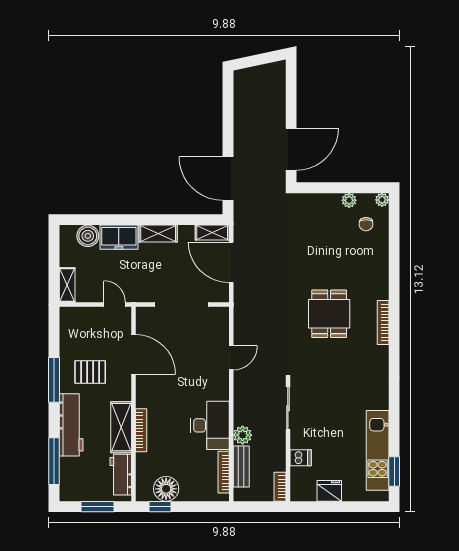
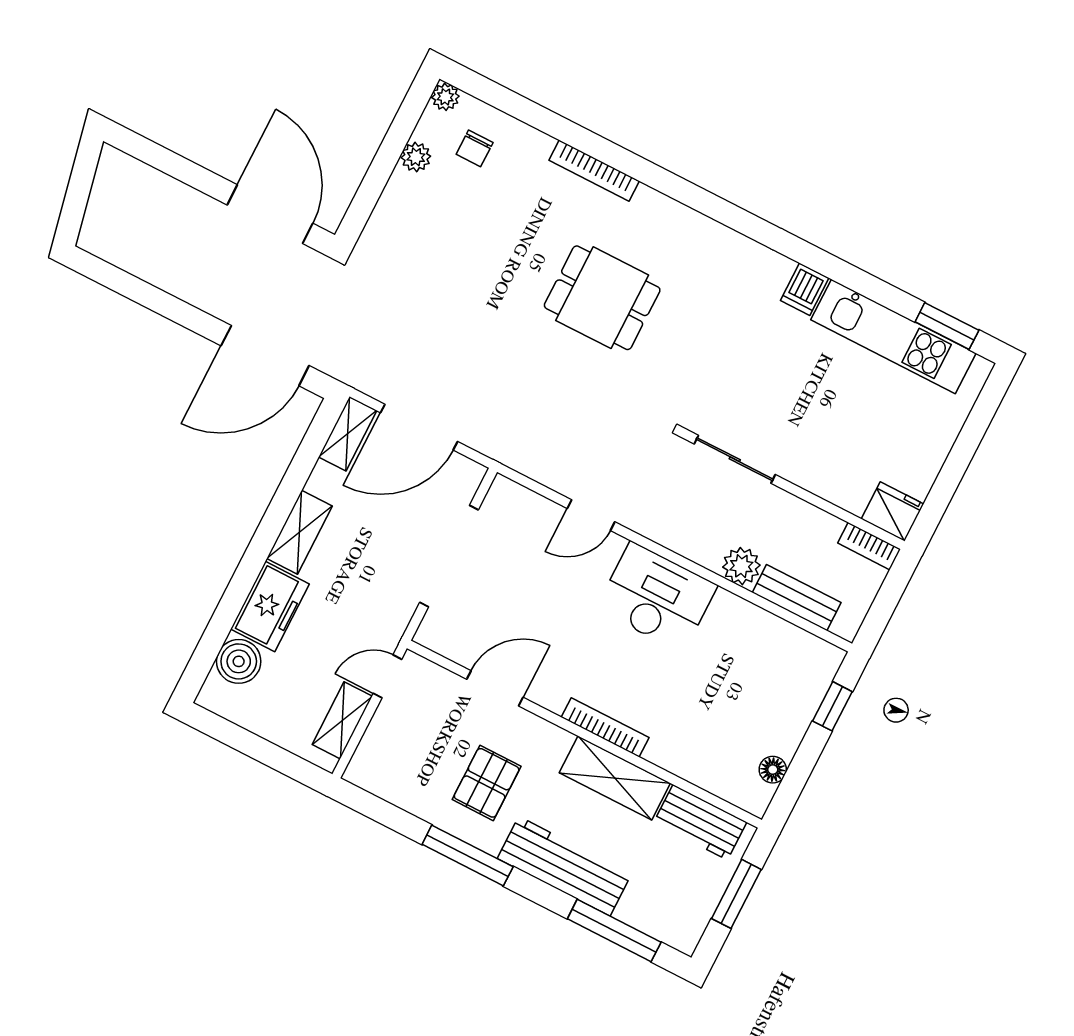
chair: (366, 224) -> (475, 148), turned 90
shelving: (67, 285) -> (342, 720), moved, turned 90
bookcase: (383, 323) -> (594, 171), moved
door: (133, 354) -> (495, 688), width x0.73
door: (231, 358) -> (591, 515), swing flipped
desk: (210, 425) -> (657, 597), moved
bookcase: (141, 430) -> (605, 727), moved
dishwasher: (301, 458) -> (805, 289), moved, turned 180
bookcase: (224, 472) -> (791, 634), removed
floor lamp: (166, 489) -> (773, 770), width x0.53, depth x0.53
fridge: (329, 491) -> (892, 511), moved, turned 90
window: (160, 507) -> (832, 706), moved

